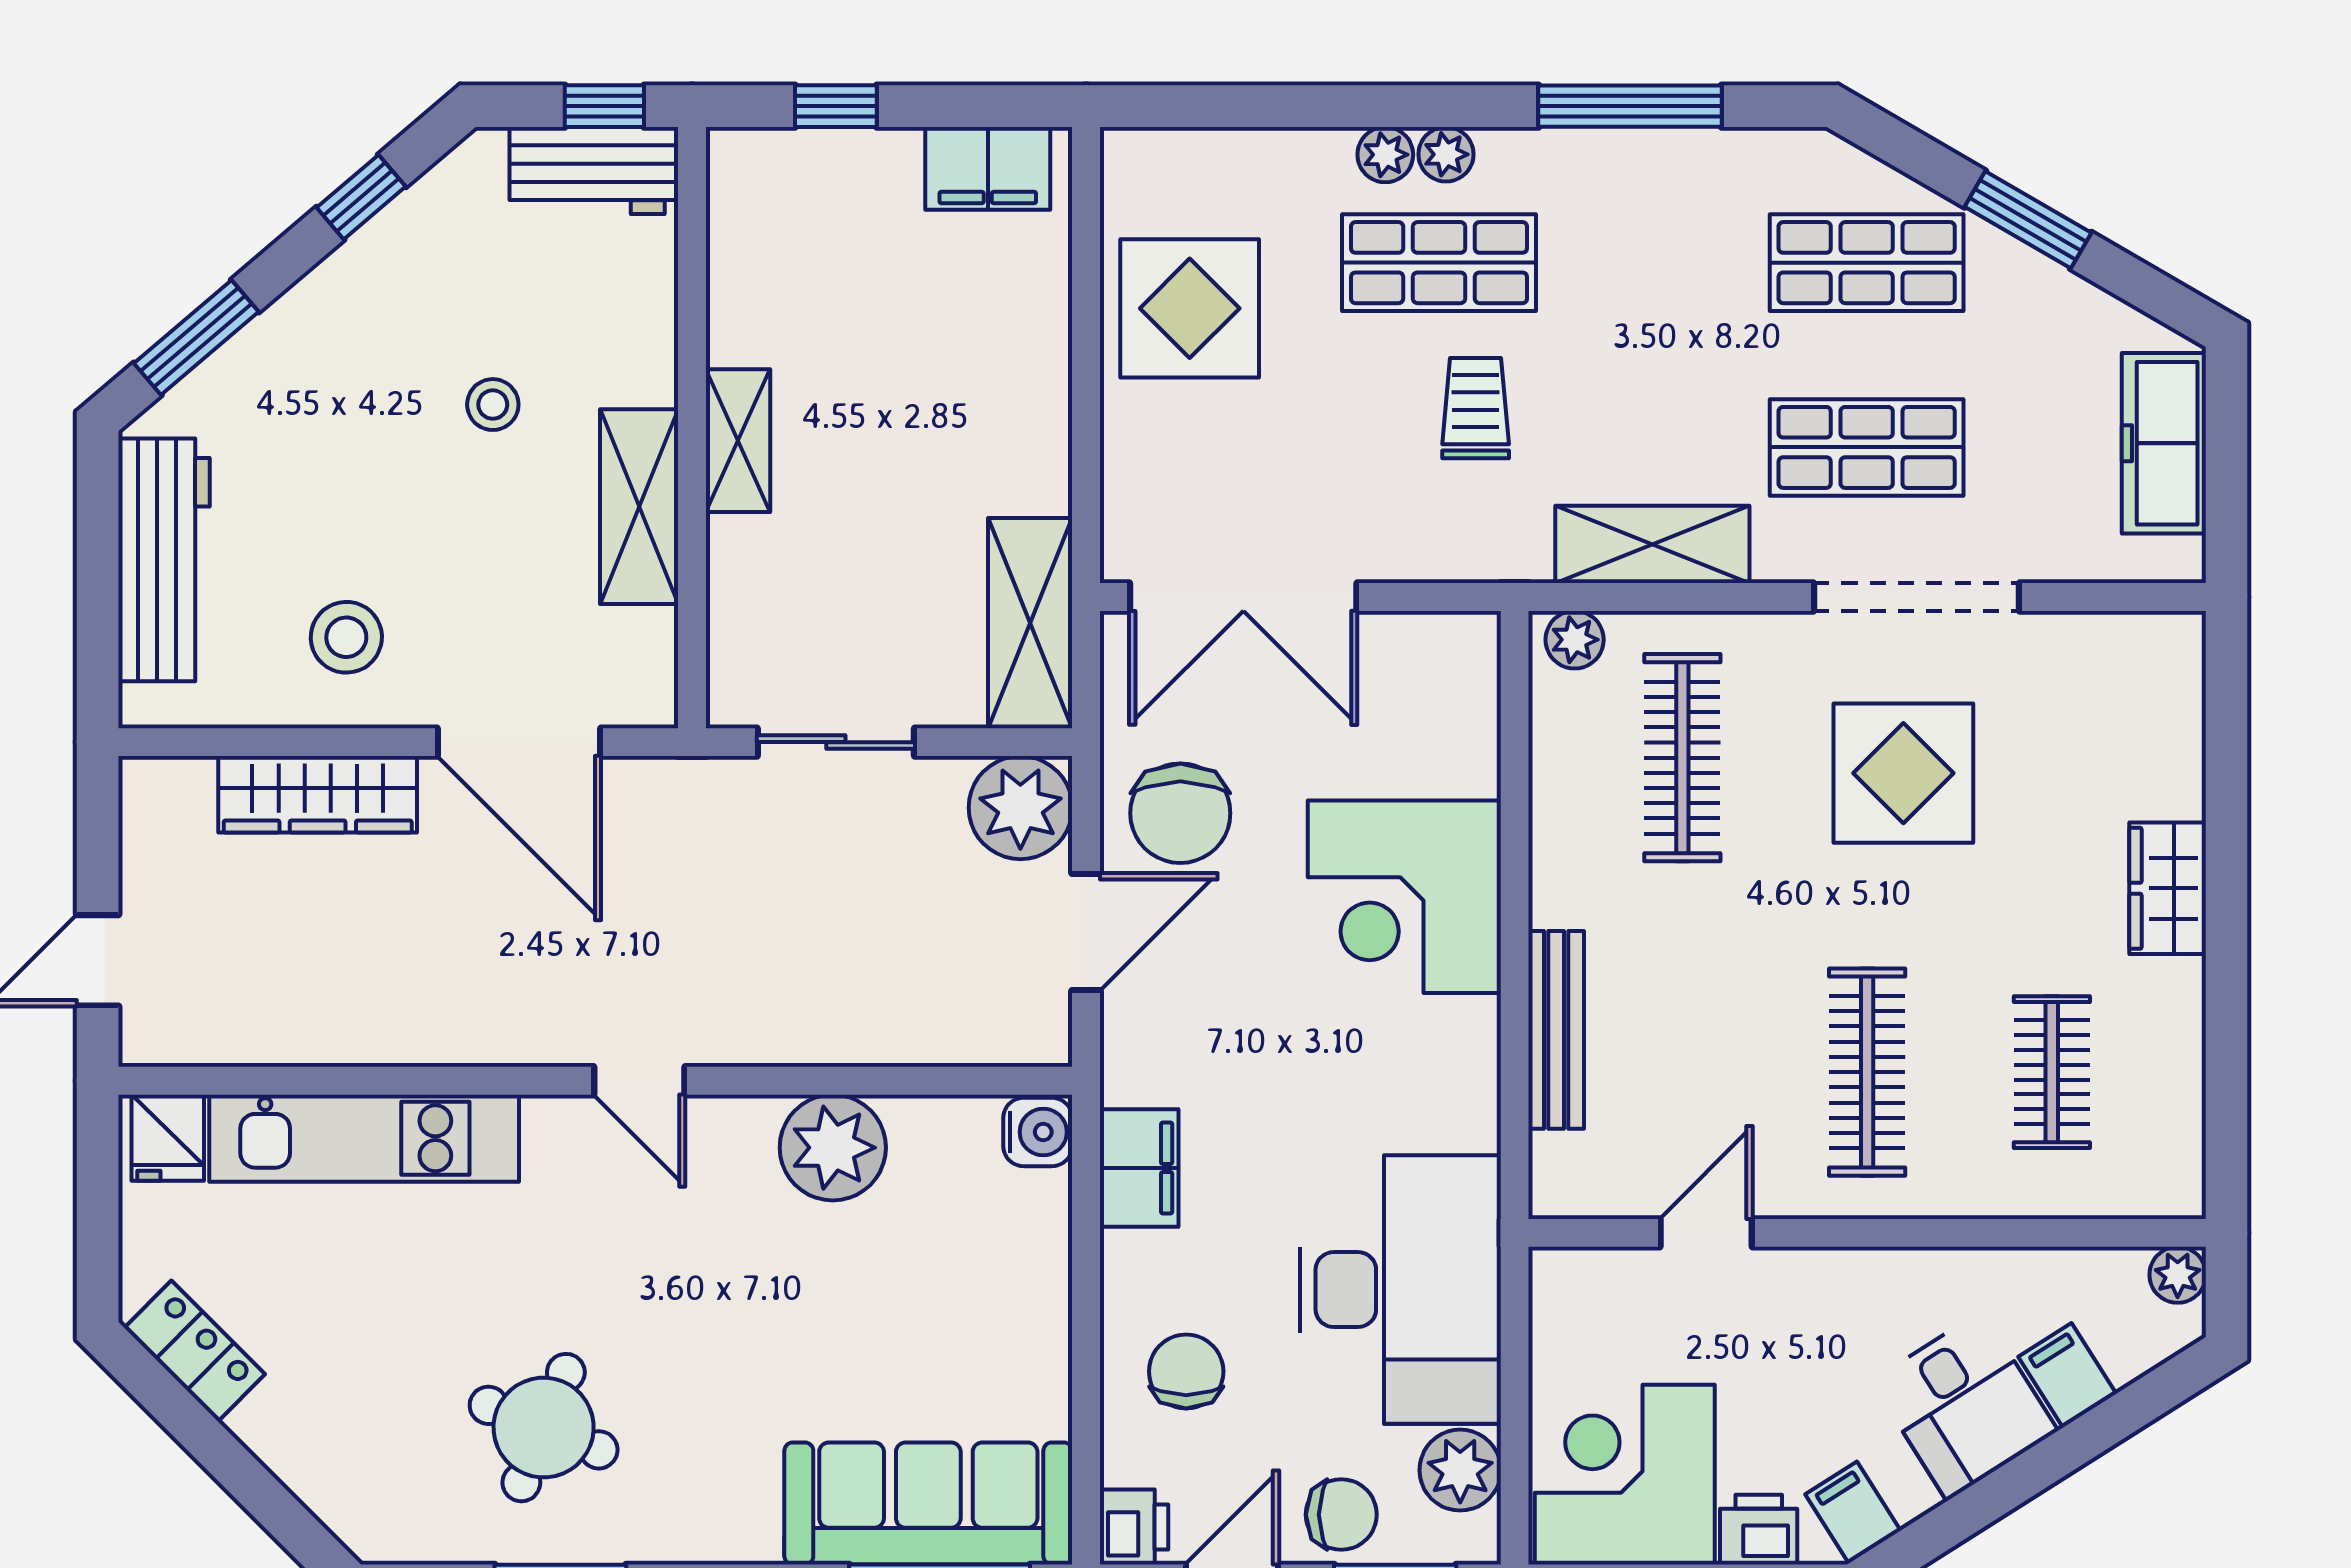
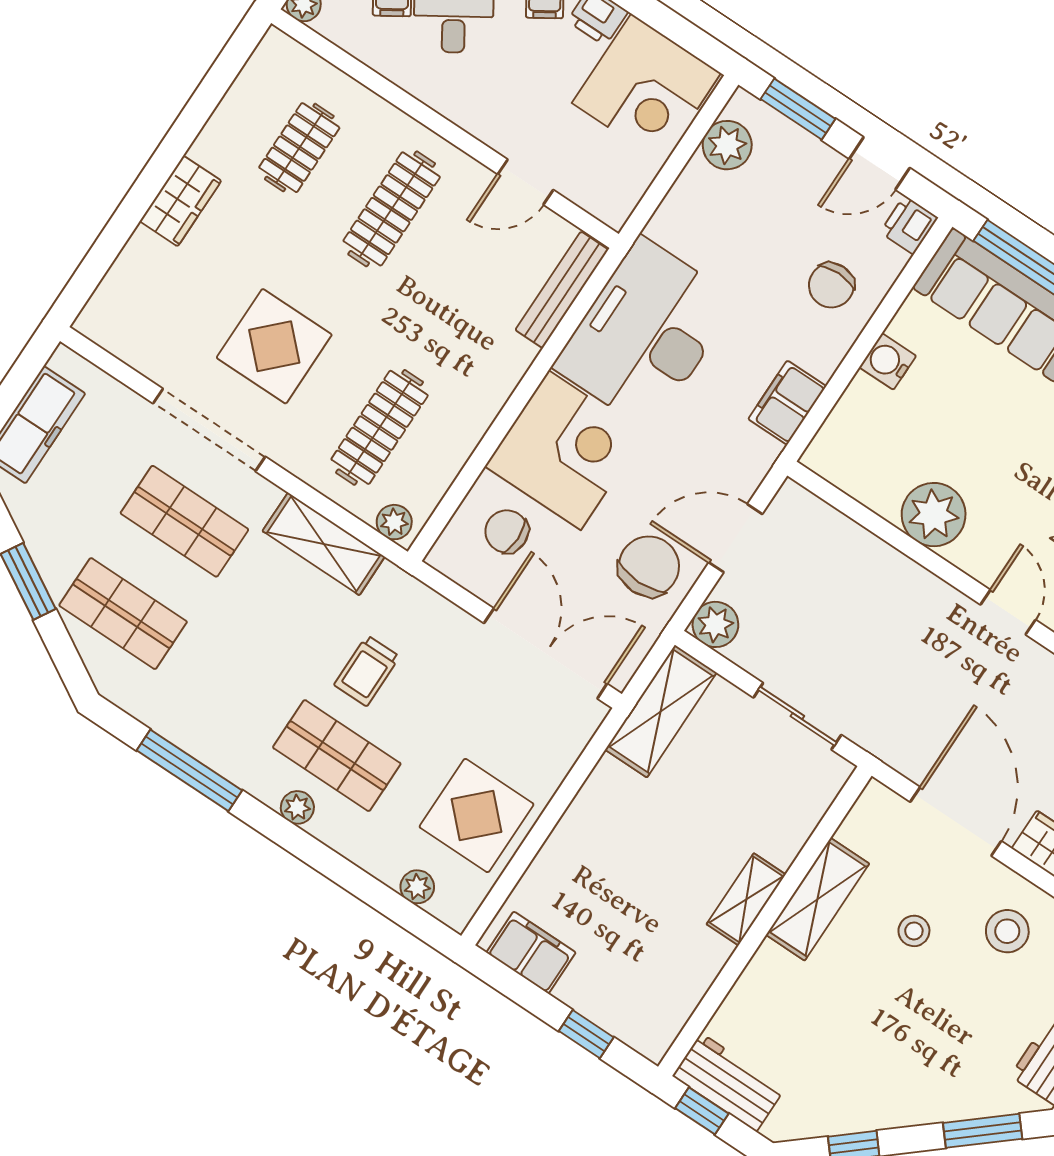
plant: (1385, 155) -> (417, 887), moved
stool: (493, 405) -> (914, 931), moved
plant: (1020, 808) -> (715, 624), width x0.73, depth x0.73
bench: (1556, 1030) -> (562, 290), moved
water cooler: (1038, 1132) -> (888, 361), moved
desk: (1400, 1290) -> (645, 333), moved
chair: (1341, 1515) -> (507, 531), moved

